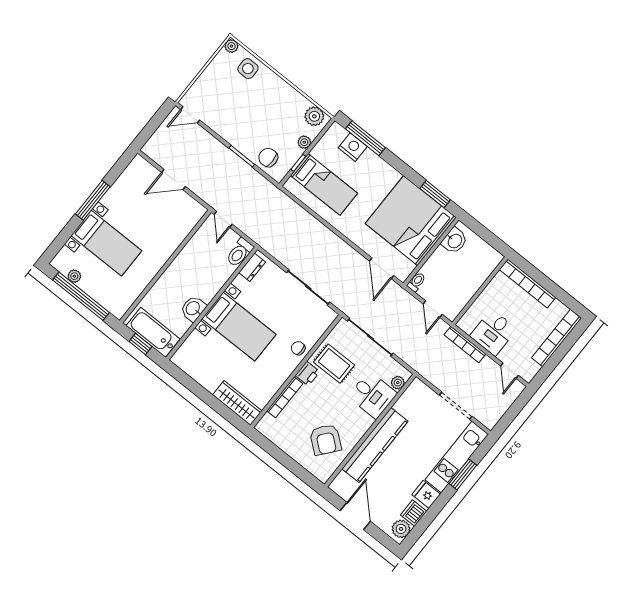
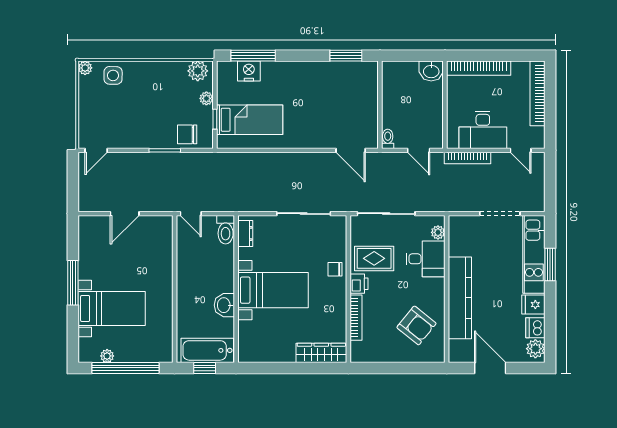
bed: (411, 221) -> (343, 93), removed
washbasin: (454, 241) -> (431, 71), moved, turned 90
desk: (493, 333) -> (483, 130), width x1.37

